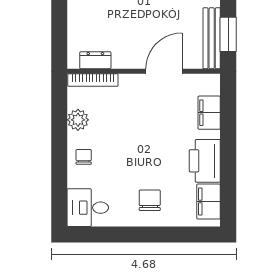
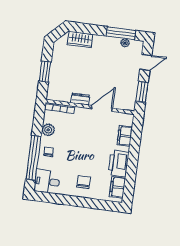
window: (59, 22) -> (45, 72), added
bench: (212, 38) -> (132, 93), removed
dresser: (95, 60) -> (80, 99), moved
window: (59, 170) -> (33, 158), added

